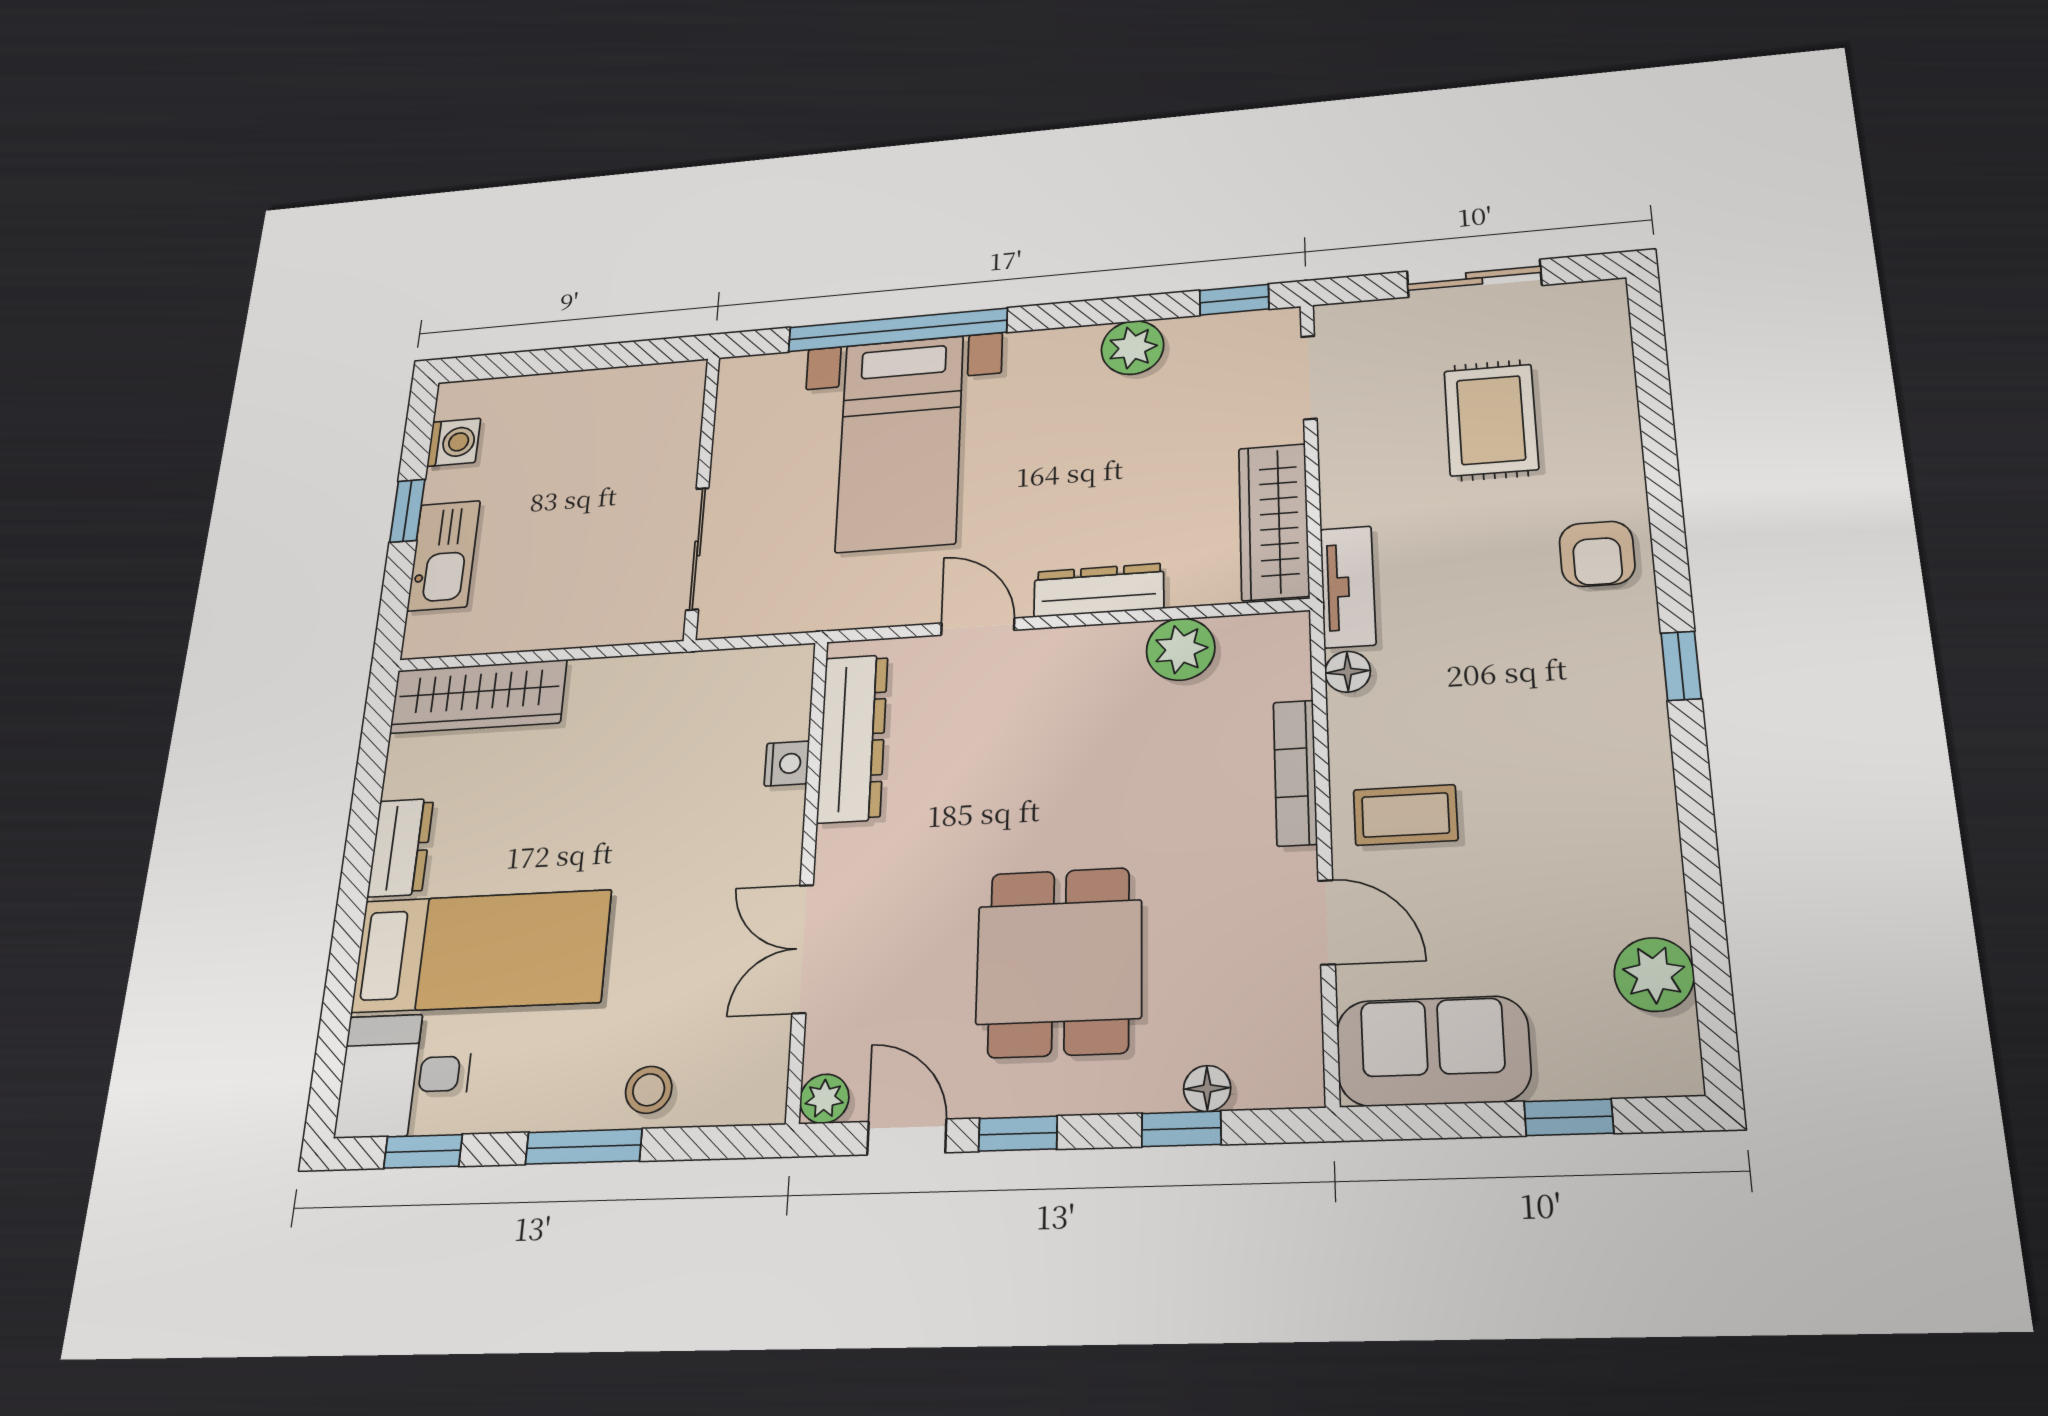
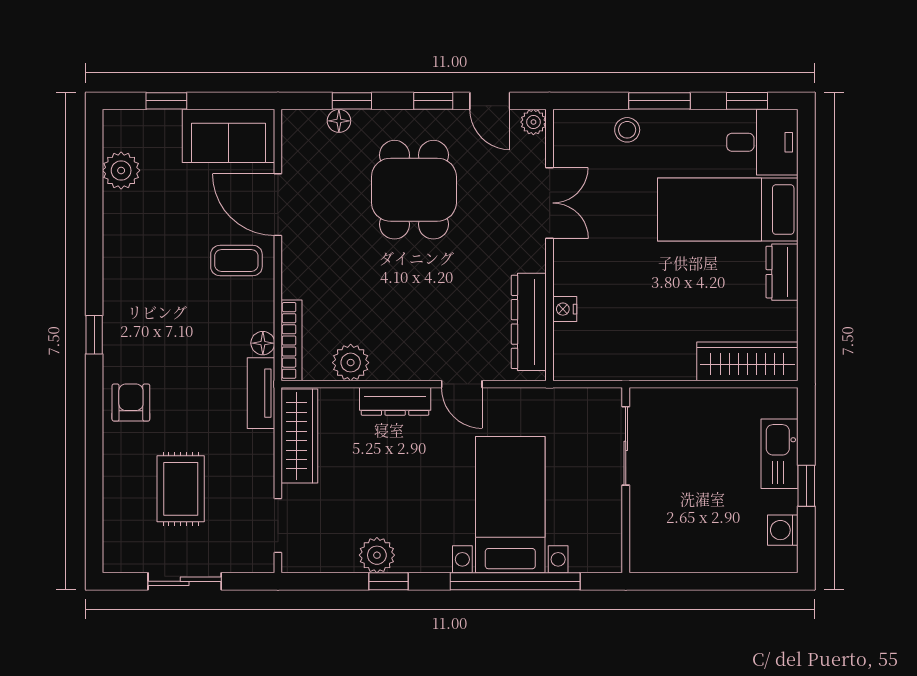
window: (1234, 300) -> (388, 581), moved
bookcase: (1295, 773) -> (292, 340), moved
door: (1327, 922) -> (278, 205), width x1.38

